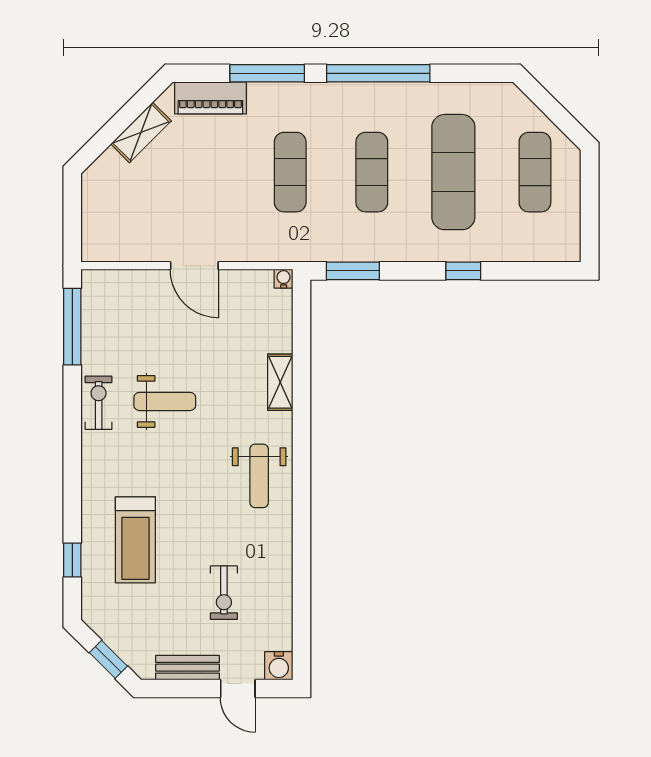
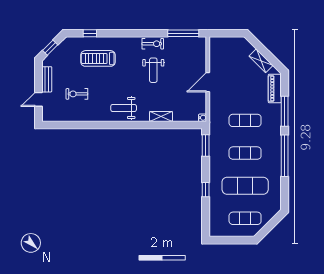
water cooler: (279, 666) -> (48, 116), removed

